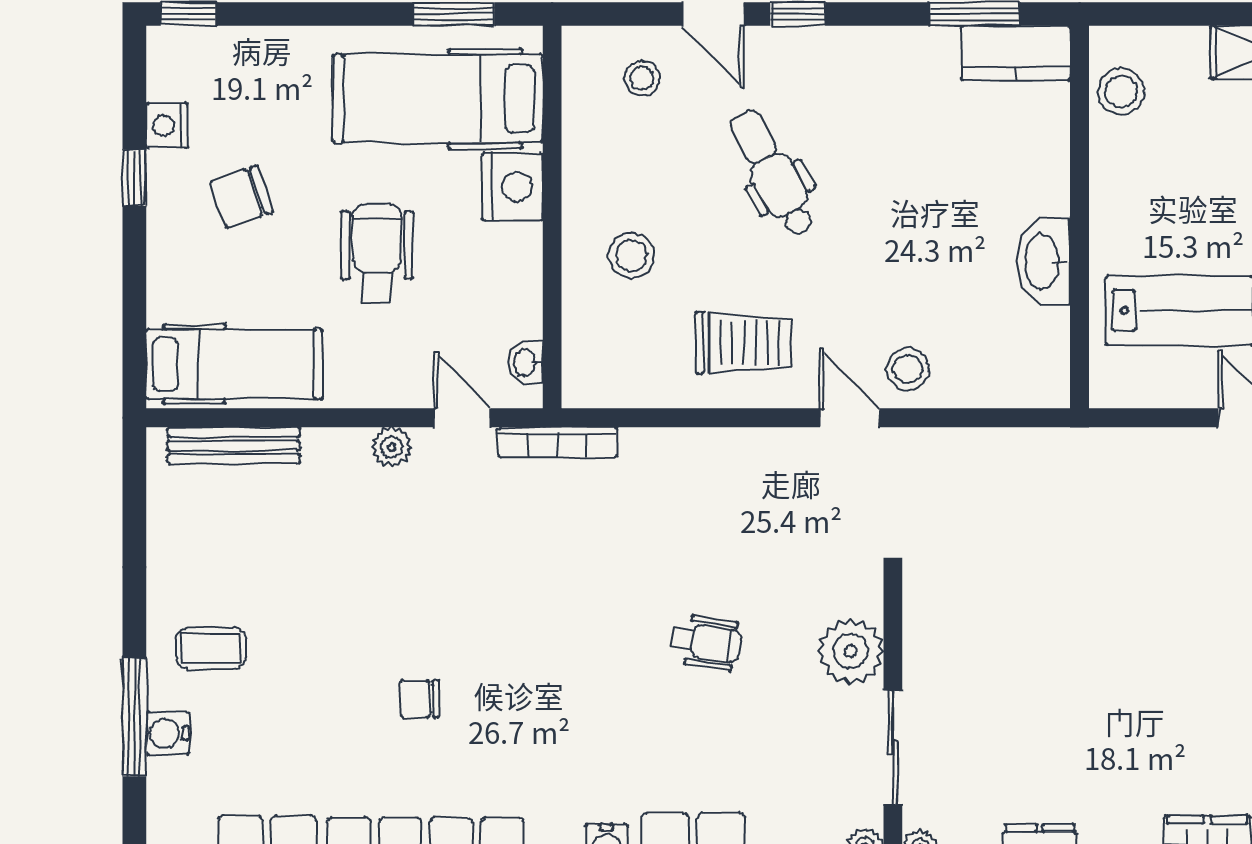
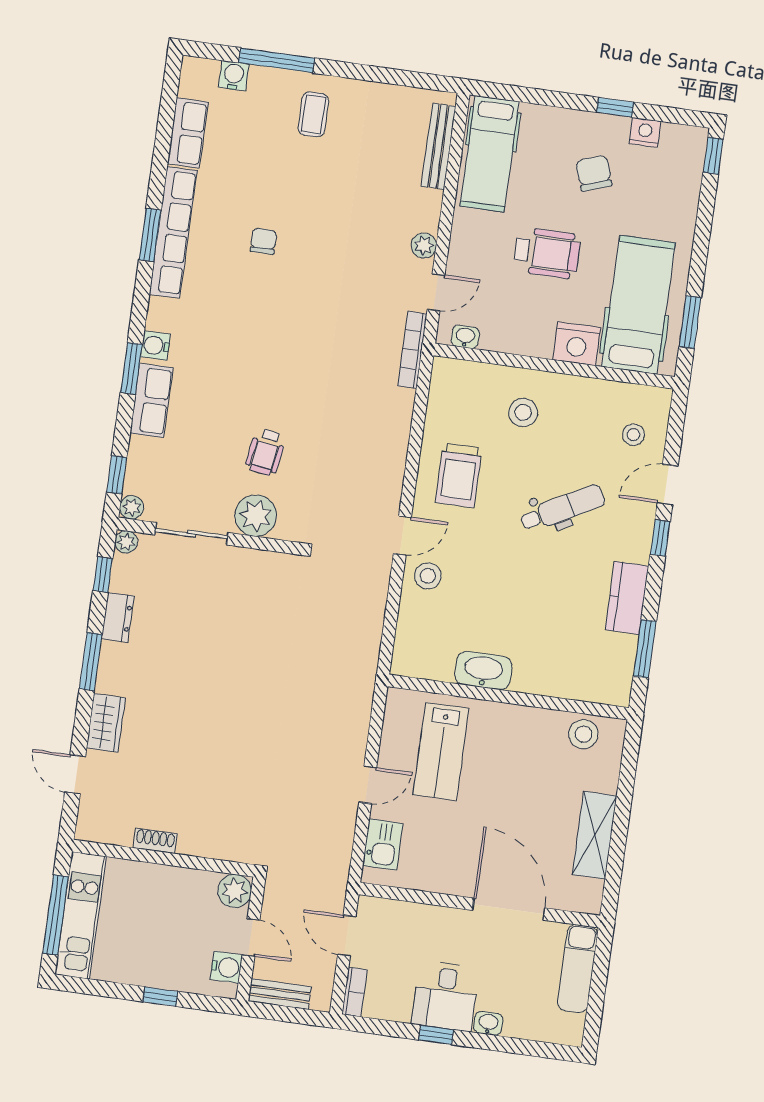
kitchen counter: (1016, 53) -> (627, 598), moved
wheelchair: (706, 642) -> (266, 452), moved
water cooler: (168, 733) -> (234, 76), moved

